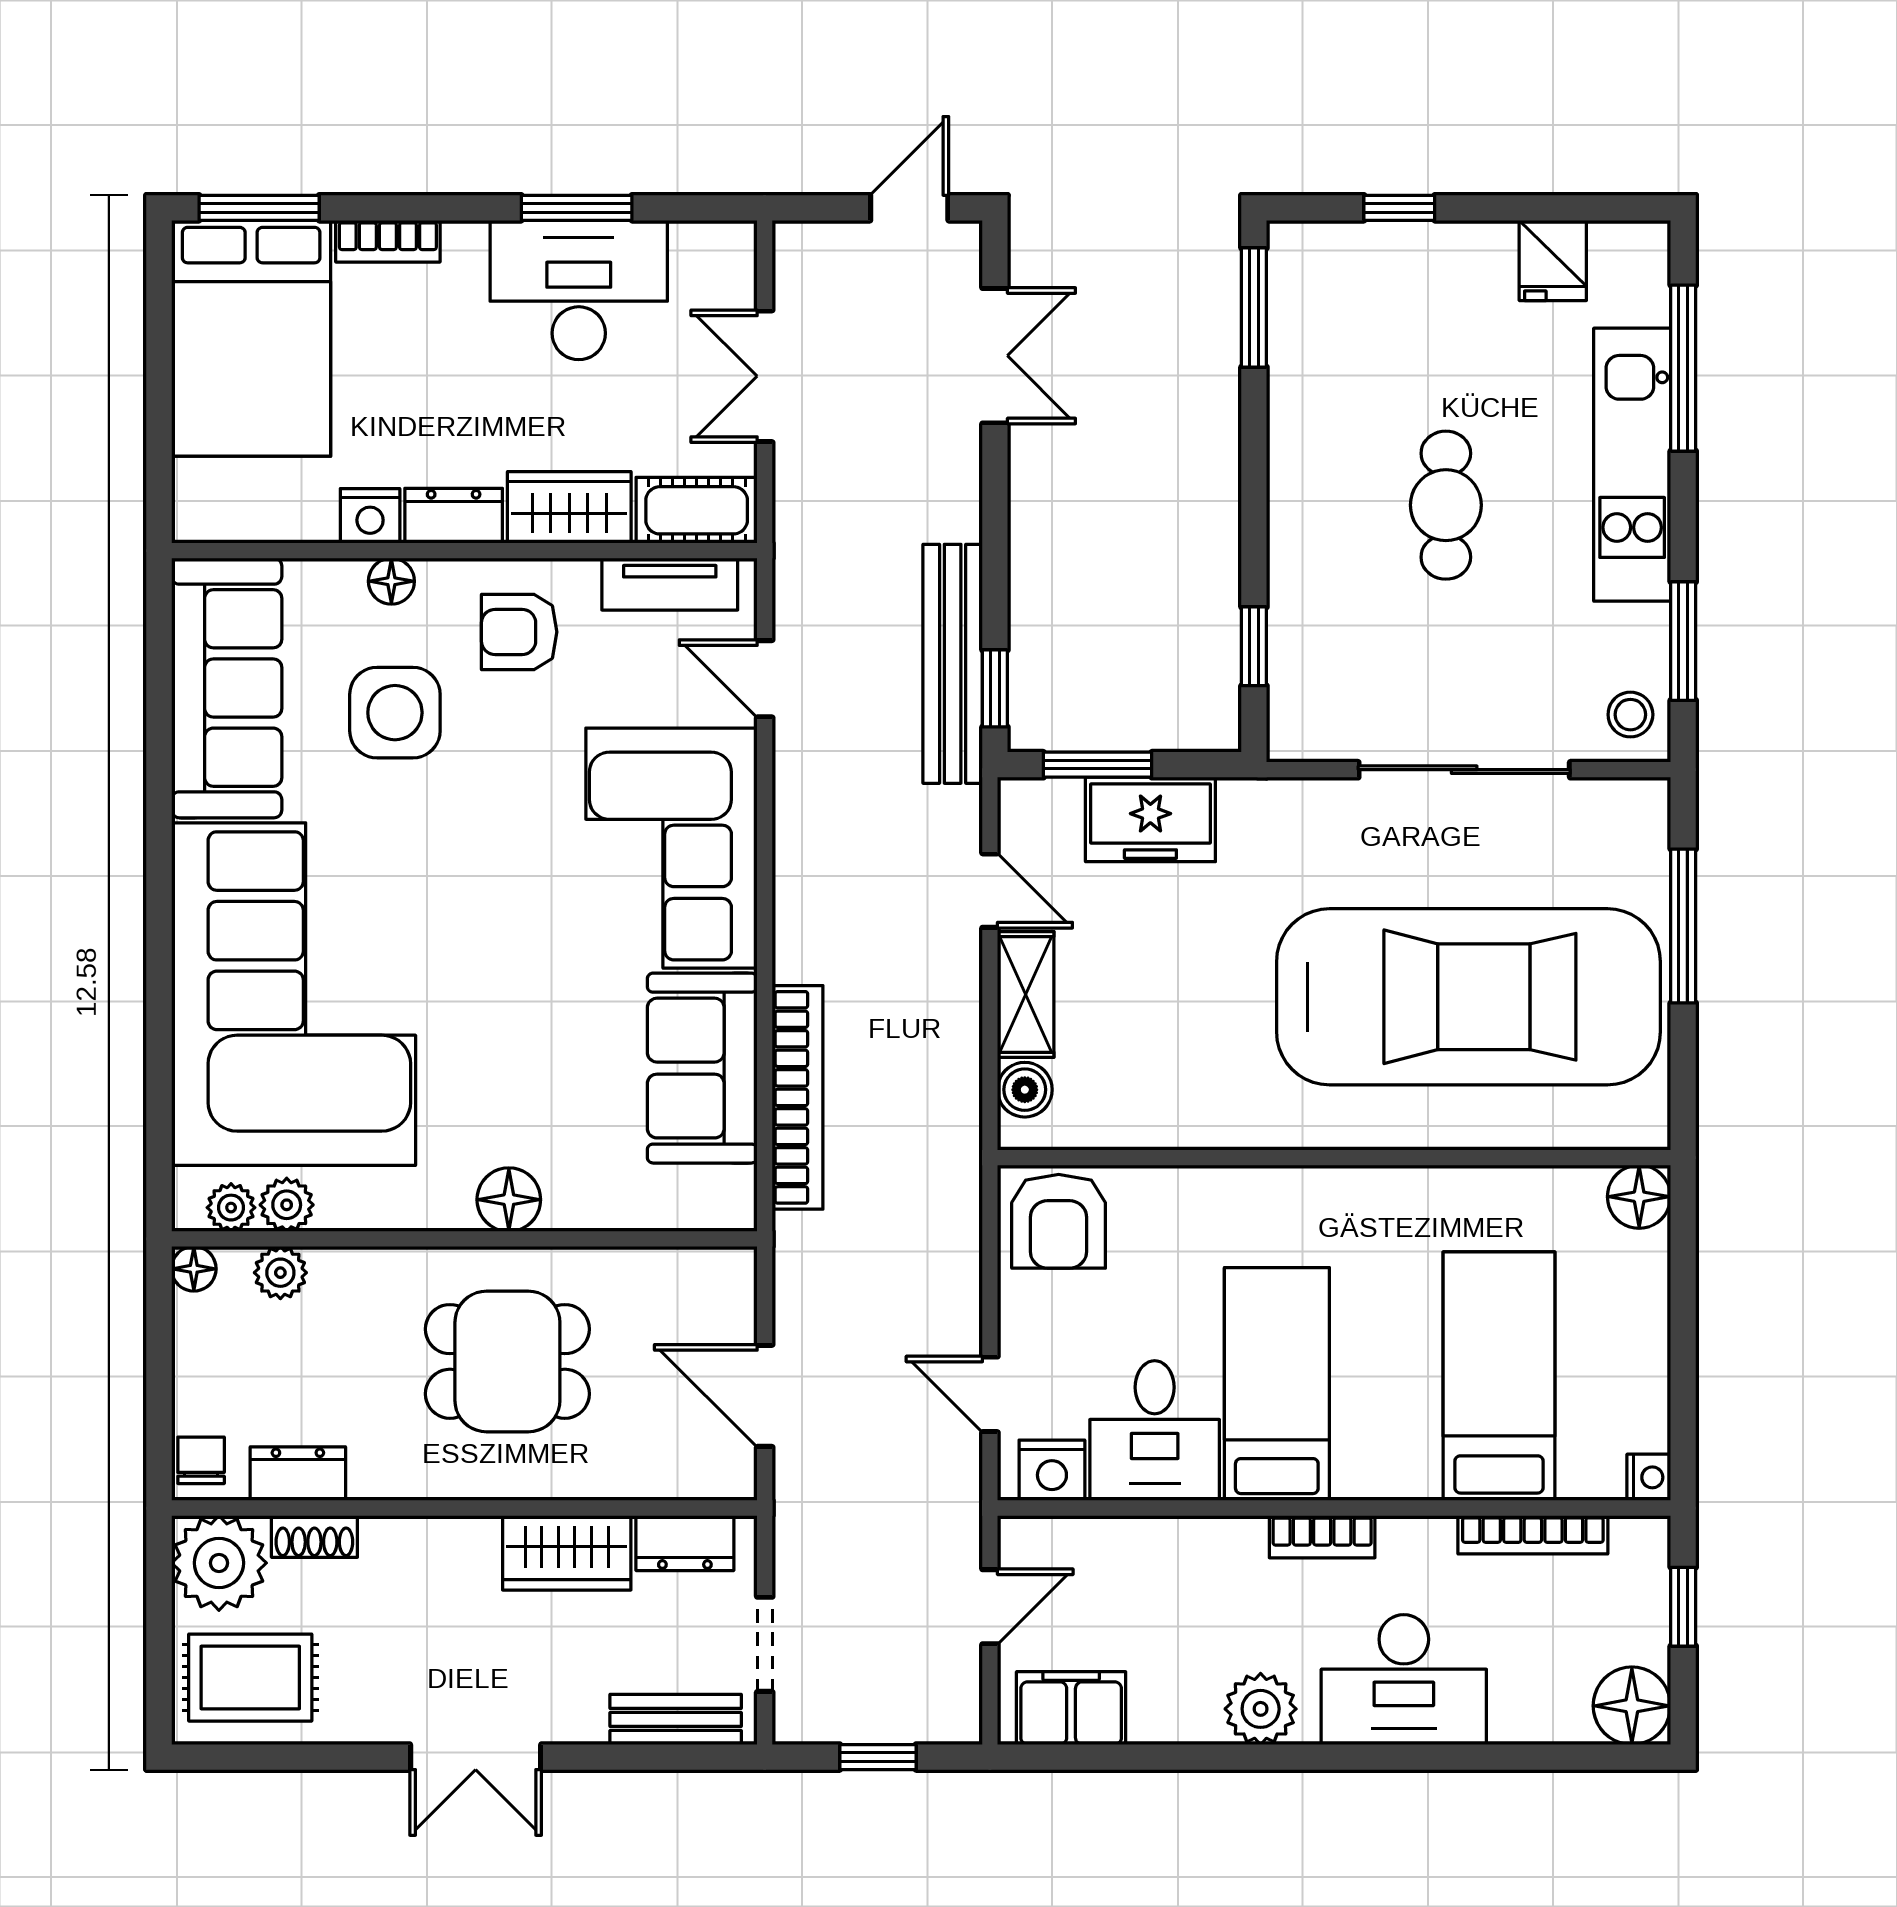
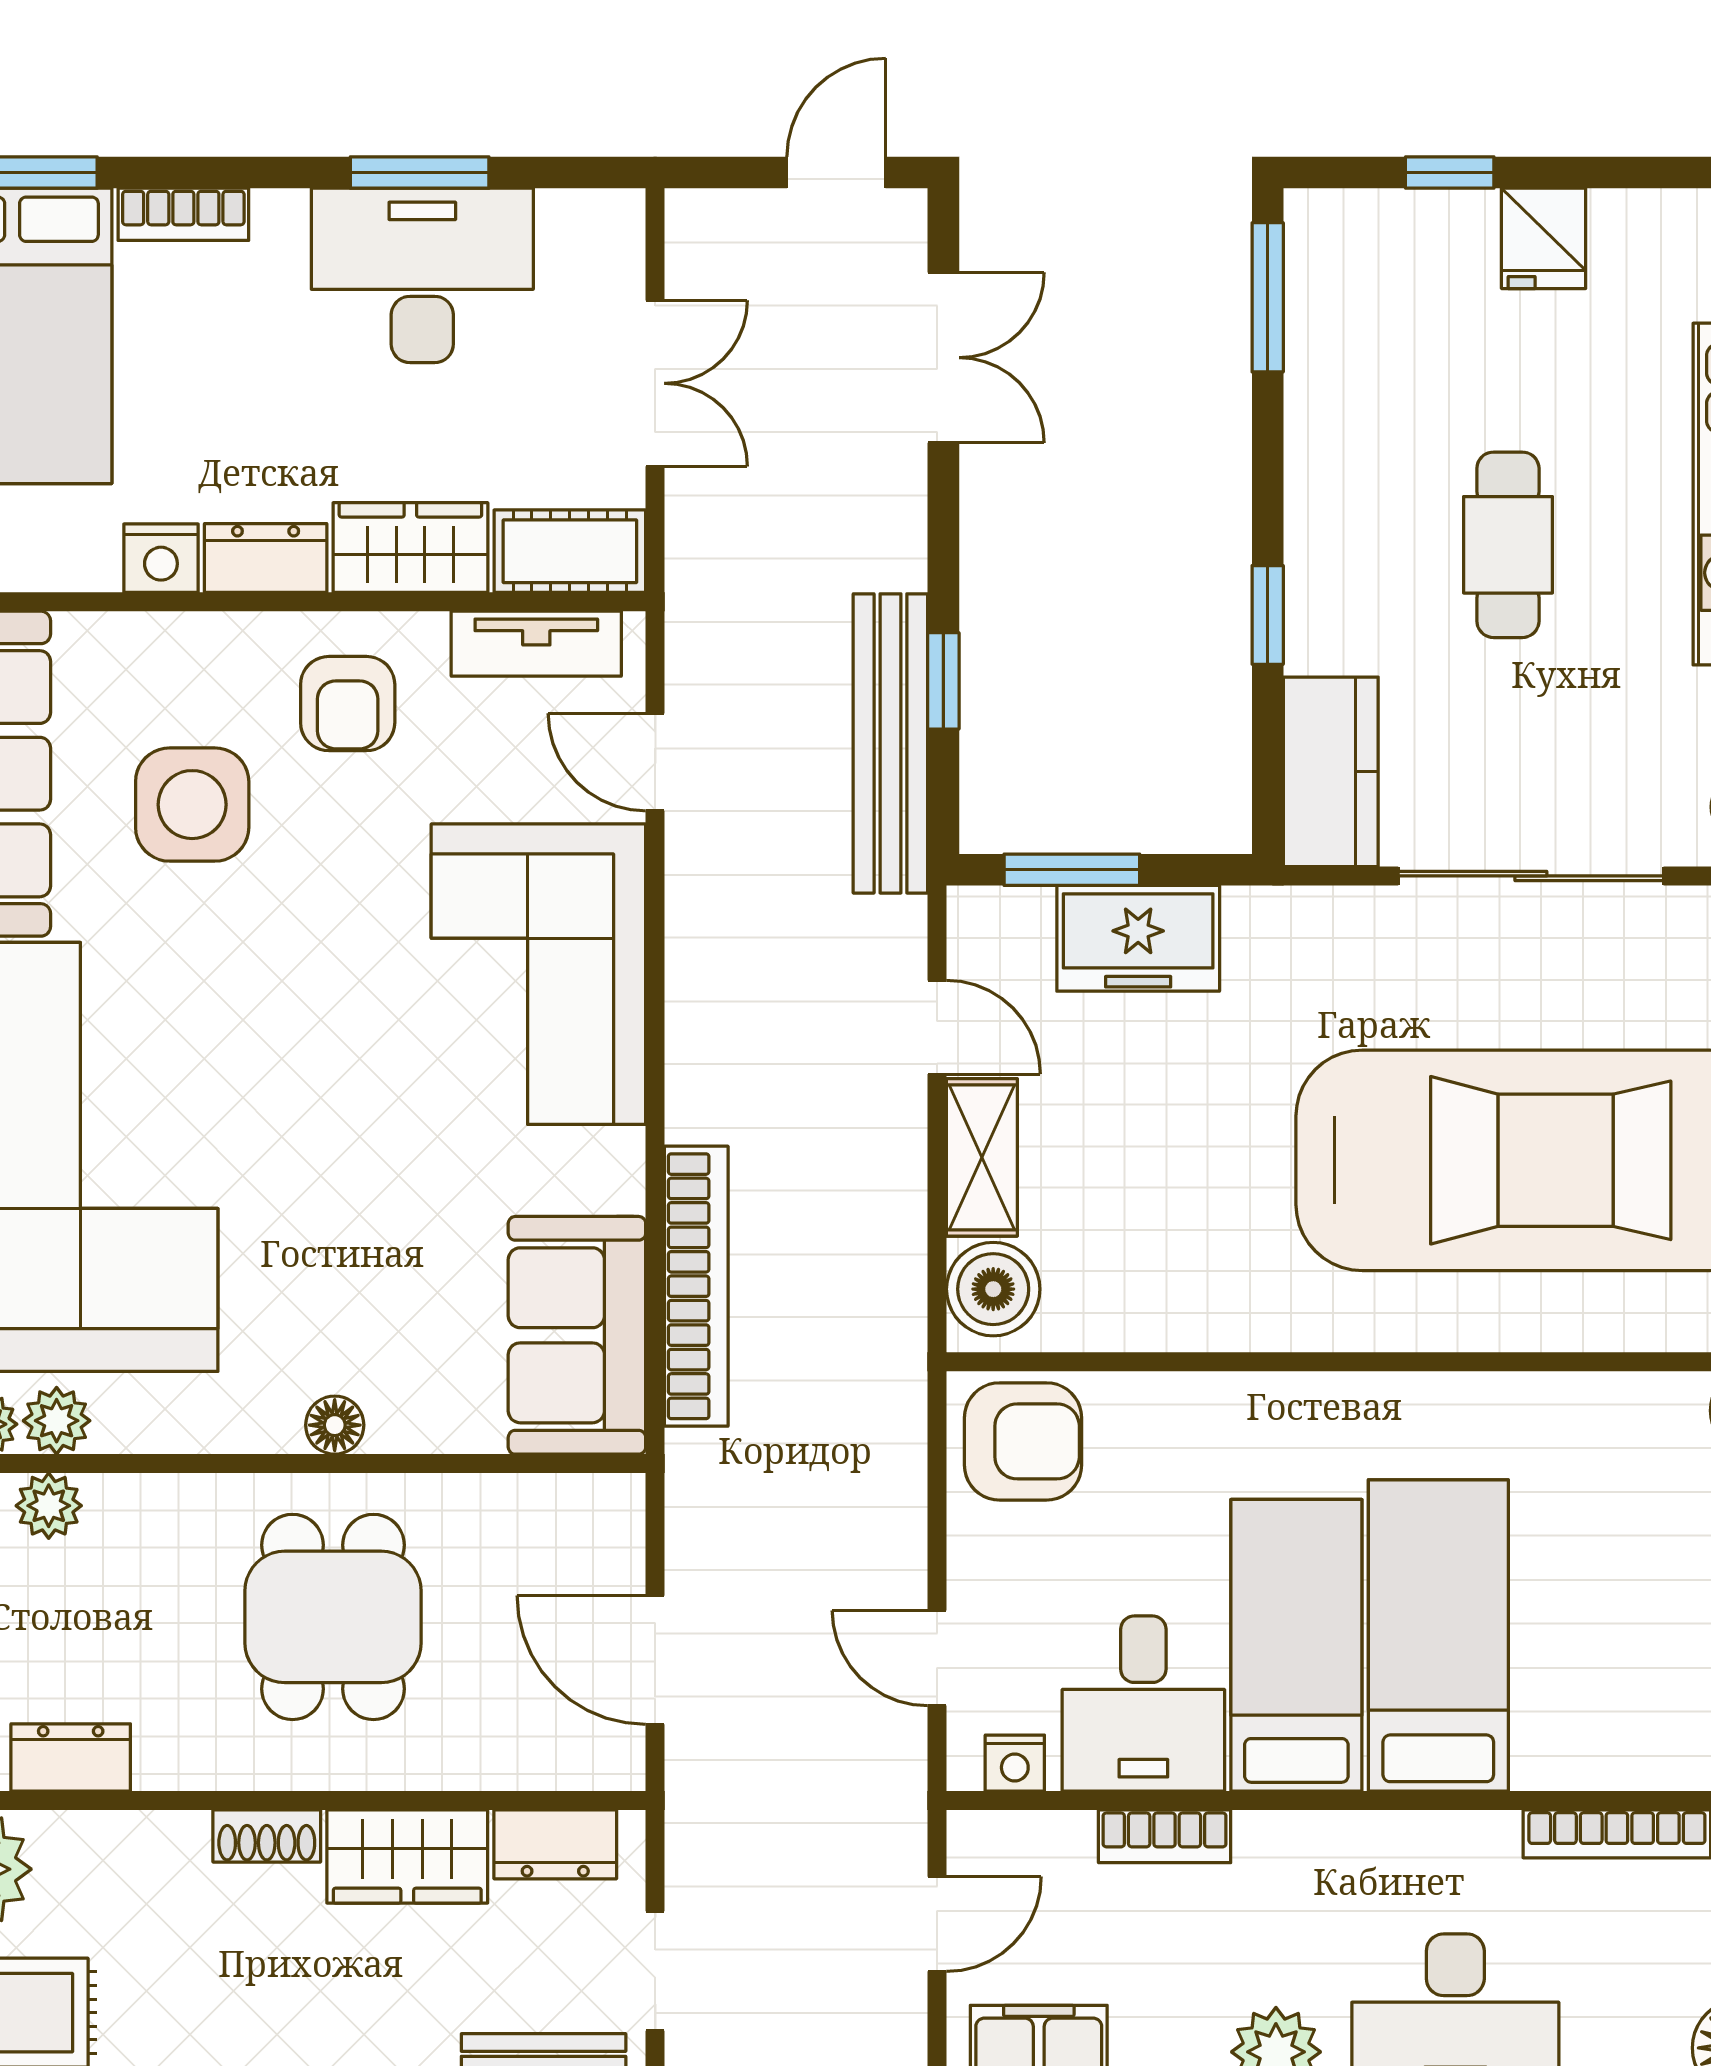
fridge: (1553, 260) -> (1544, 238), moved
double door: (765, 376) -> (655, 383), swing flipped
floor lamp: (391, 581) -> (188, 640), removed
armchair: (519, 632) -> (348, 704), turned -90
window: (1254, 646) -> (1268, 615), moved
kitchen counter: (1304, 686) -> (1331, 772), added
window: (995, 688) -> (943, 681), moved
sofa: (702, 1068) -> (577, 1335), moved
boiler: (1025, 1090) -> (993, 1289), width x1.36, depth x1.36
floor lamp: (509, 1200) -> (335, 1425), width x0.73, depth x0.73
armchair: (1059, 1221) -> (1023, 1441), turned -90
dining table: (507, 1361) -> (333, 1617), turned 90
bed: (1499, 1376) -> (1438, 1635), moved
nightstand: (1052, 1470) -> (1015, 1763), width x0.72, depth x0.74
shoe rack: (314, 1536) -> (267, 1836), moved
bookcase: (1322, 1537) -> (1165, 1836), moved

